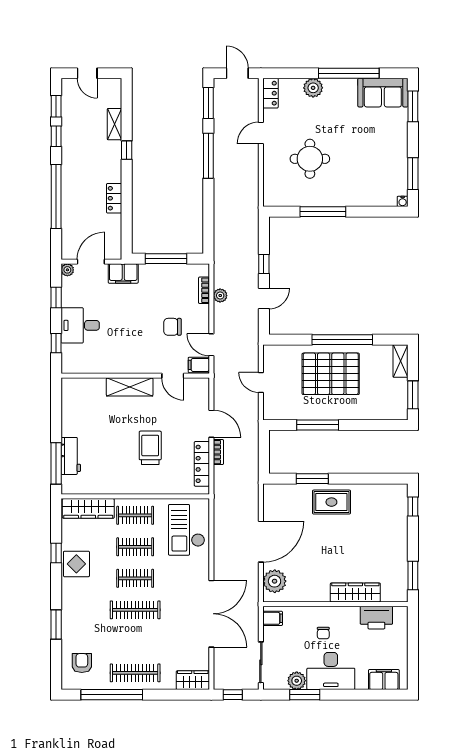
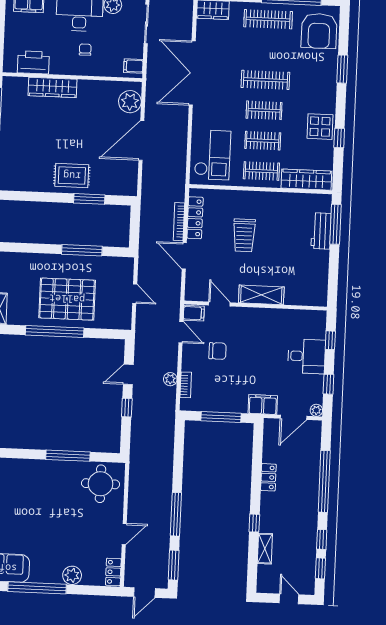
door: (237, 73) -> (144, 593), hinge flipped
round table: (310, 159) -> (100, 484), moved
bookcase: (218, 452) -> (179, 222), width x1.56
armchair: (82, 663) -> (319, 31), width x1.88, depth x1.88

